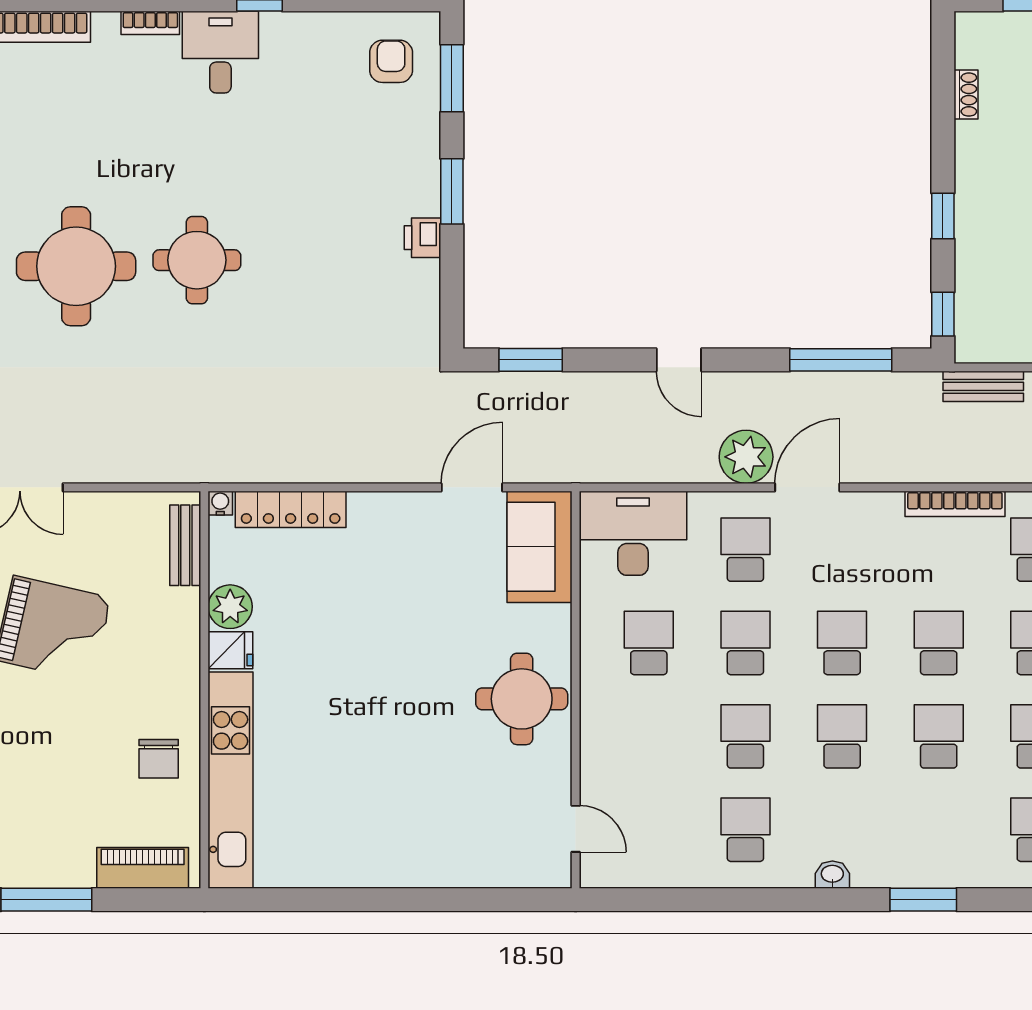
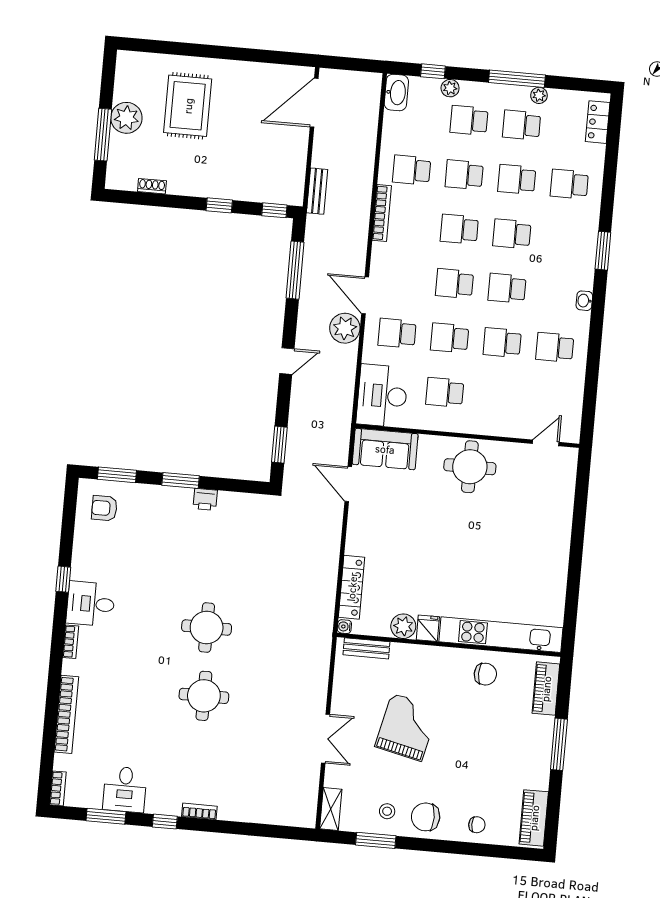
round table: (76, 266) -> (204, 696), width x0.73, depth x0.73

